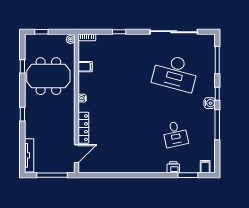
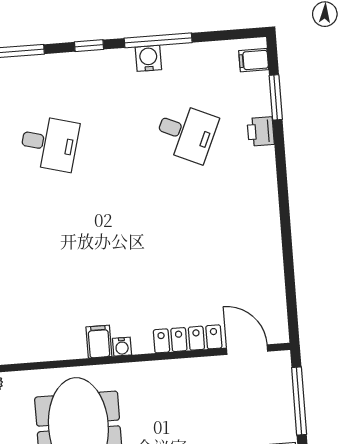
filing cabinet: (85, 67) -> (99, 342), moved
desk: (175, 73) -> (49, 143), width x0.53, depth x0.77
water cooler: (210, 103) -> (148, 58), moved
desk: (175, 134) -> (186, 133), turned 36

